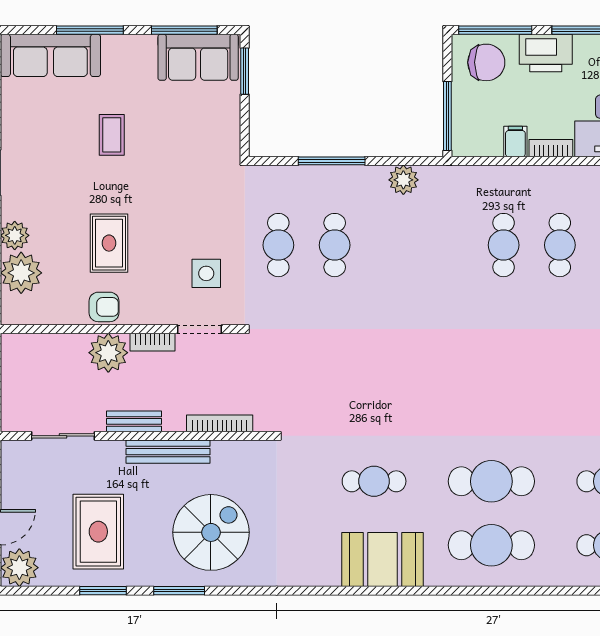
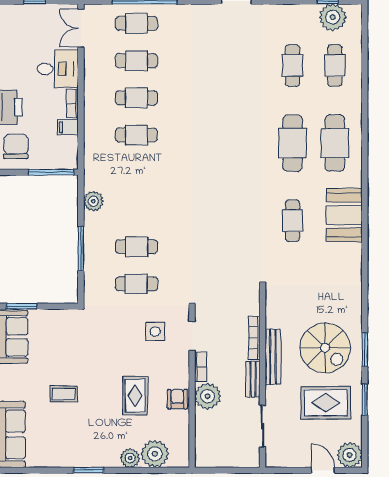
rug: (109, 243) -> (135, 396), turned 90
bookcase: (220, 423) -> (254, 338), moved
spiral stairs: (211, 532) -> (325, 348), moved, turned 180

